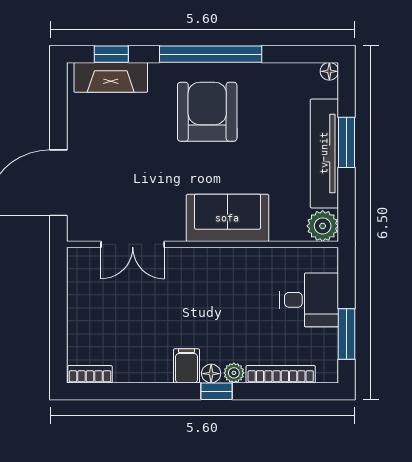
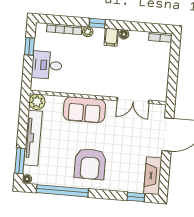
window: (211, 54) -> (62, 191), moved
fireplace: (111, 77) -> (153, 176), moved, turned -90
window: (347, 142) -> (20, 161), moved
double door: (133, 244) -> (133, 100), swing flipped
window: (347, 334) -> (30, 46), width x0.67
floor lamp: (211, 374) -> (124, 34), moved

